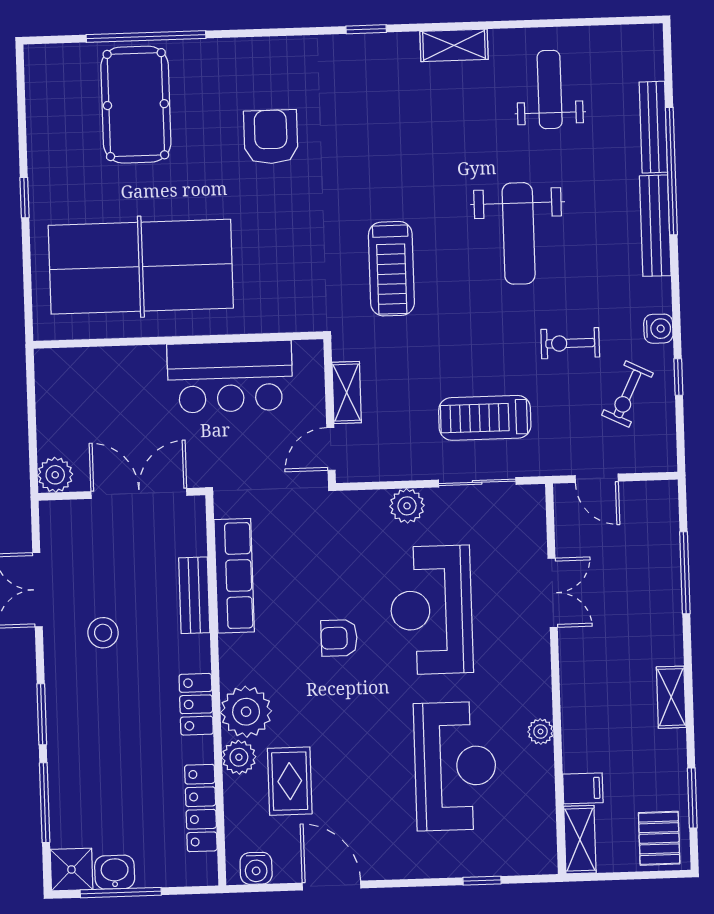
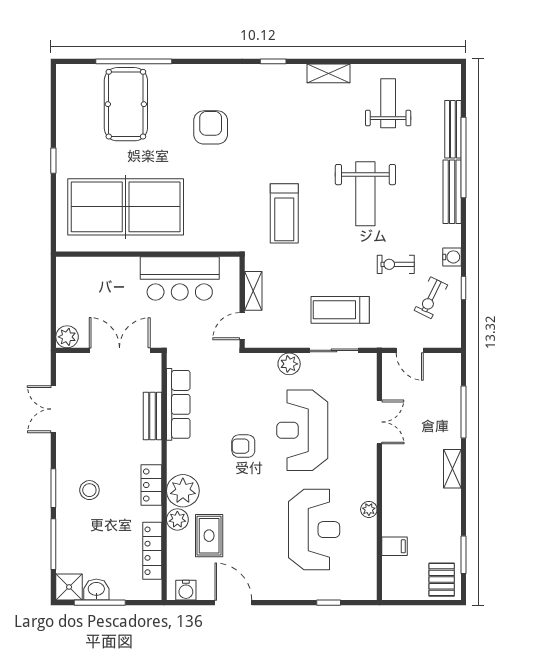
stool: (103, 633) -> (89, 490), moved
shelving: (671, 697) -> (452, 469), moved
shelving: (580, 840) -> (392, 579), removed

